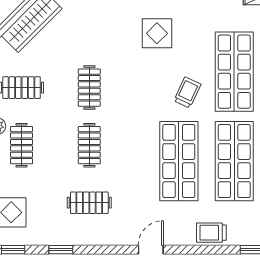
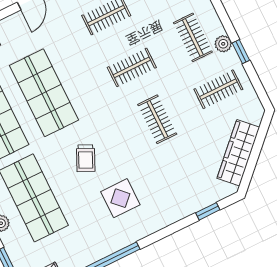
trolley: (187, 92) -> (86, 158), moved
clothes rail: (89, 145) -> (132, 67), turned 90

